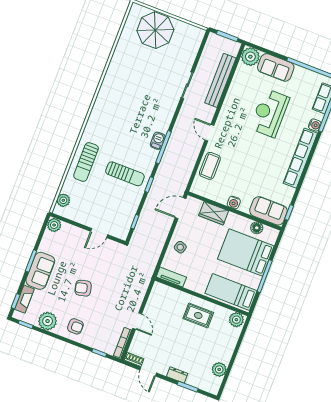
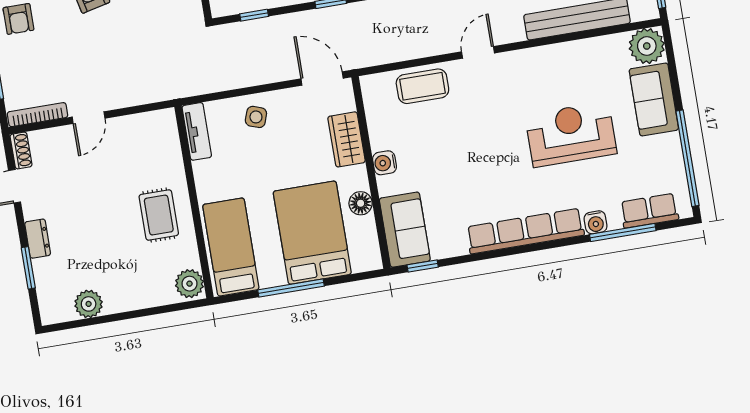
floor lamp: (257, 228) -> (361, 203), moved

